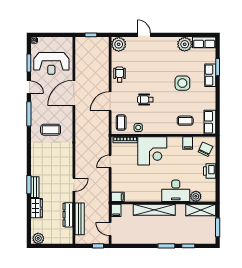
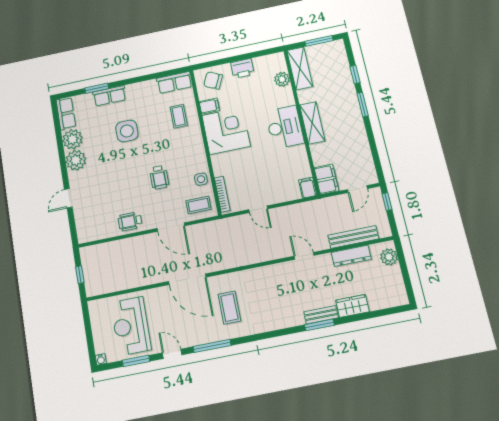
plant: (119, 44) -> (76, 160), moved
reception desk: (51, 63) -> (131, 326), turned 180
door: (29, 87) -> (172, 354), hinge flipped
door: (74, 93) -> (187, 279), moved
corner desk: (152, 151) -> (226, 131), moved
desk: (176, 191) -> (285, 127), moved
filing cabinet: (116, 210) -> (326, 179), width x2.00
shelving: (154, 210) -> (312, 123), width x0.68
plant: (38, 238) -> (389, 257), moved

